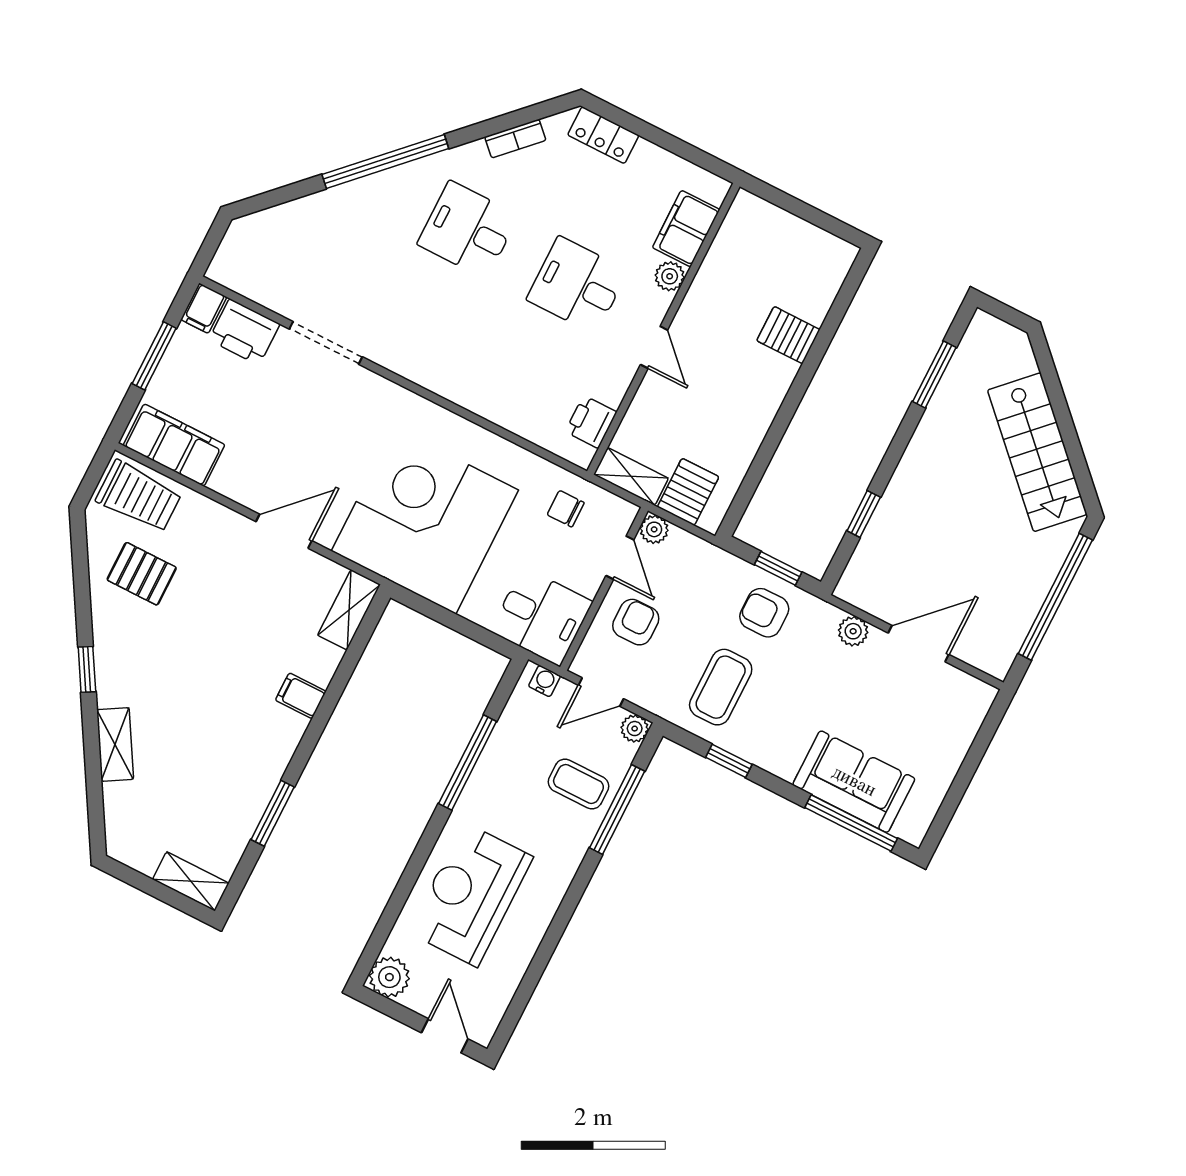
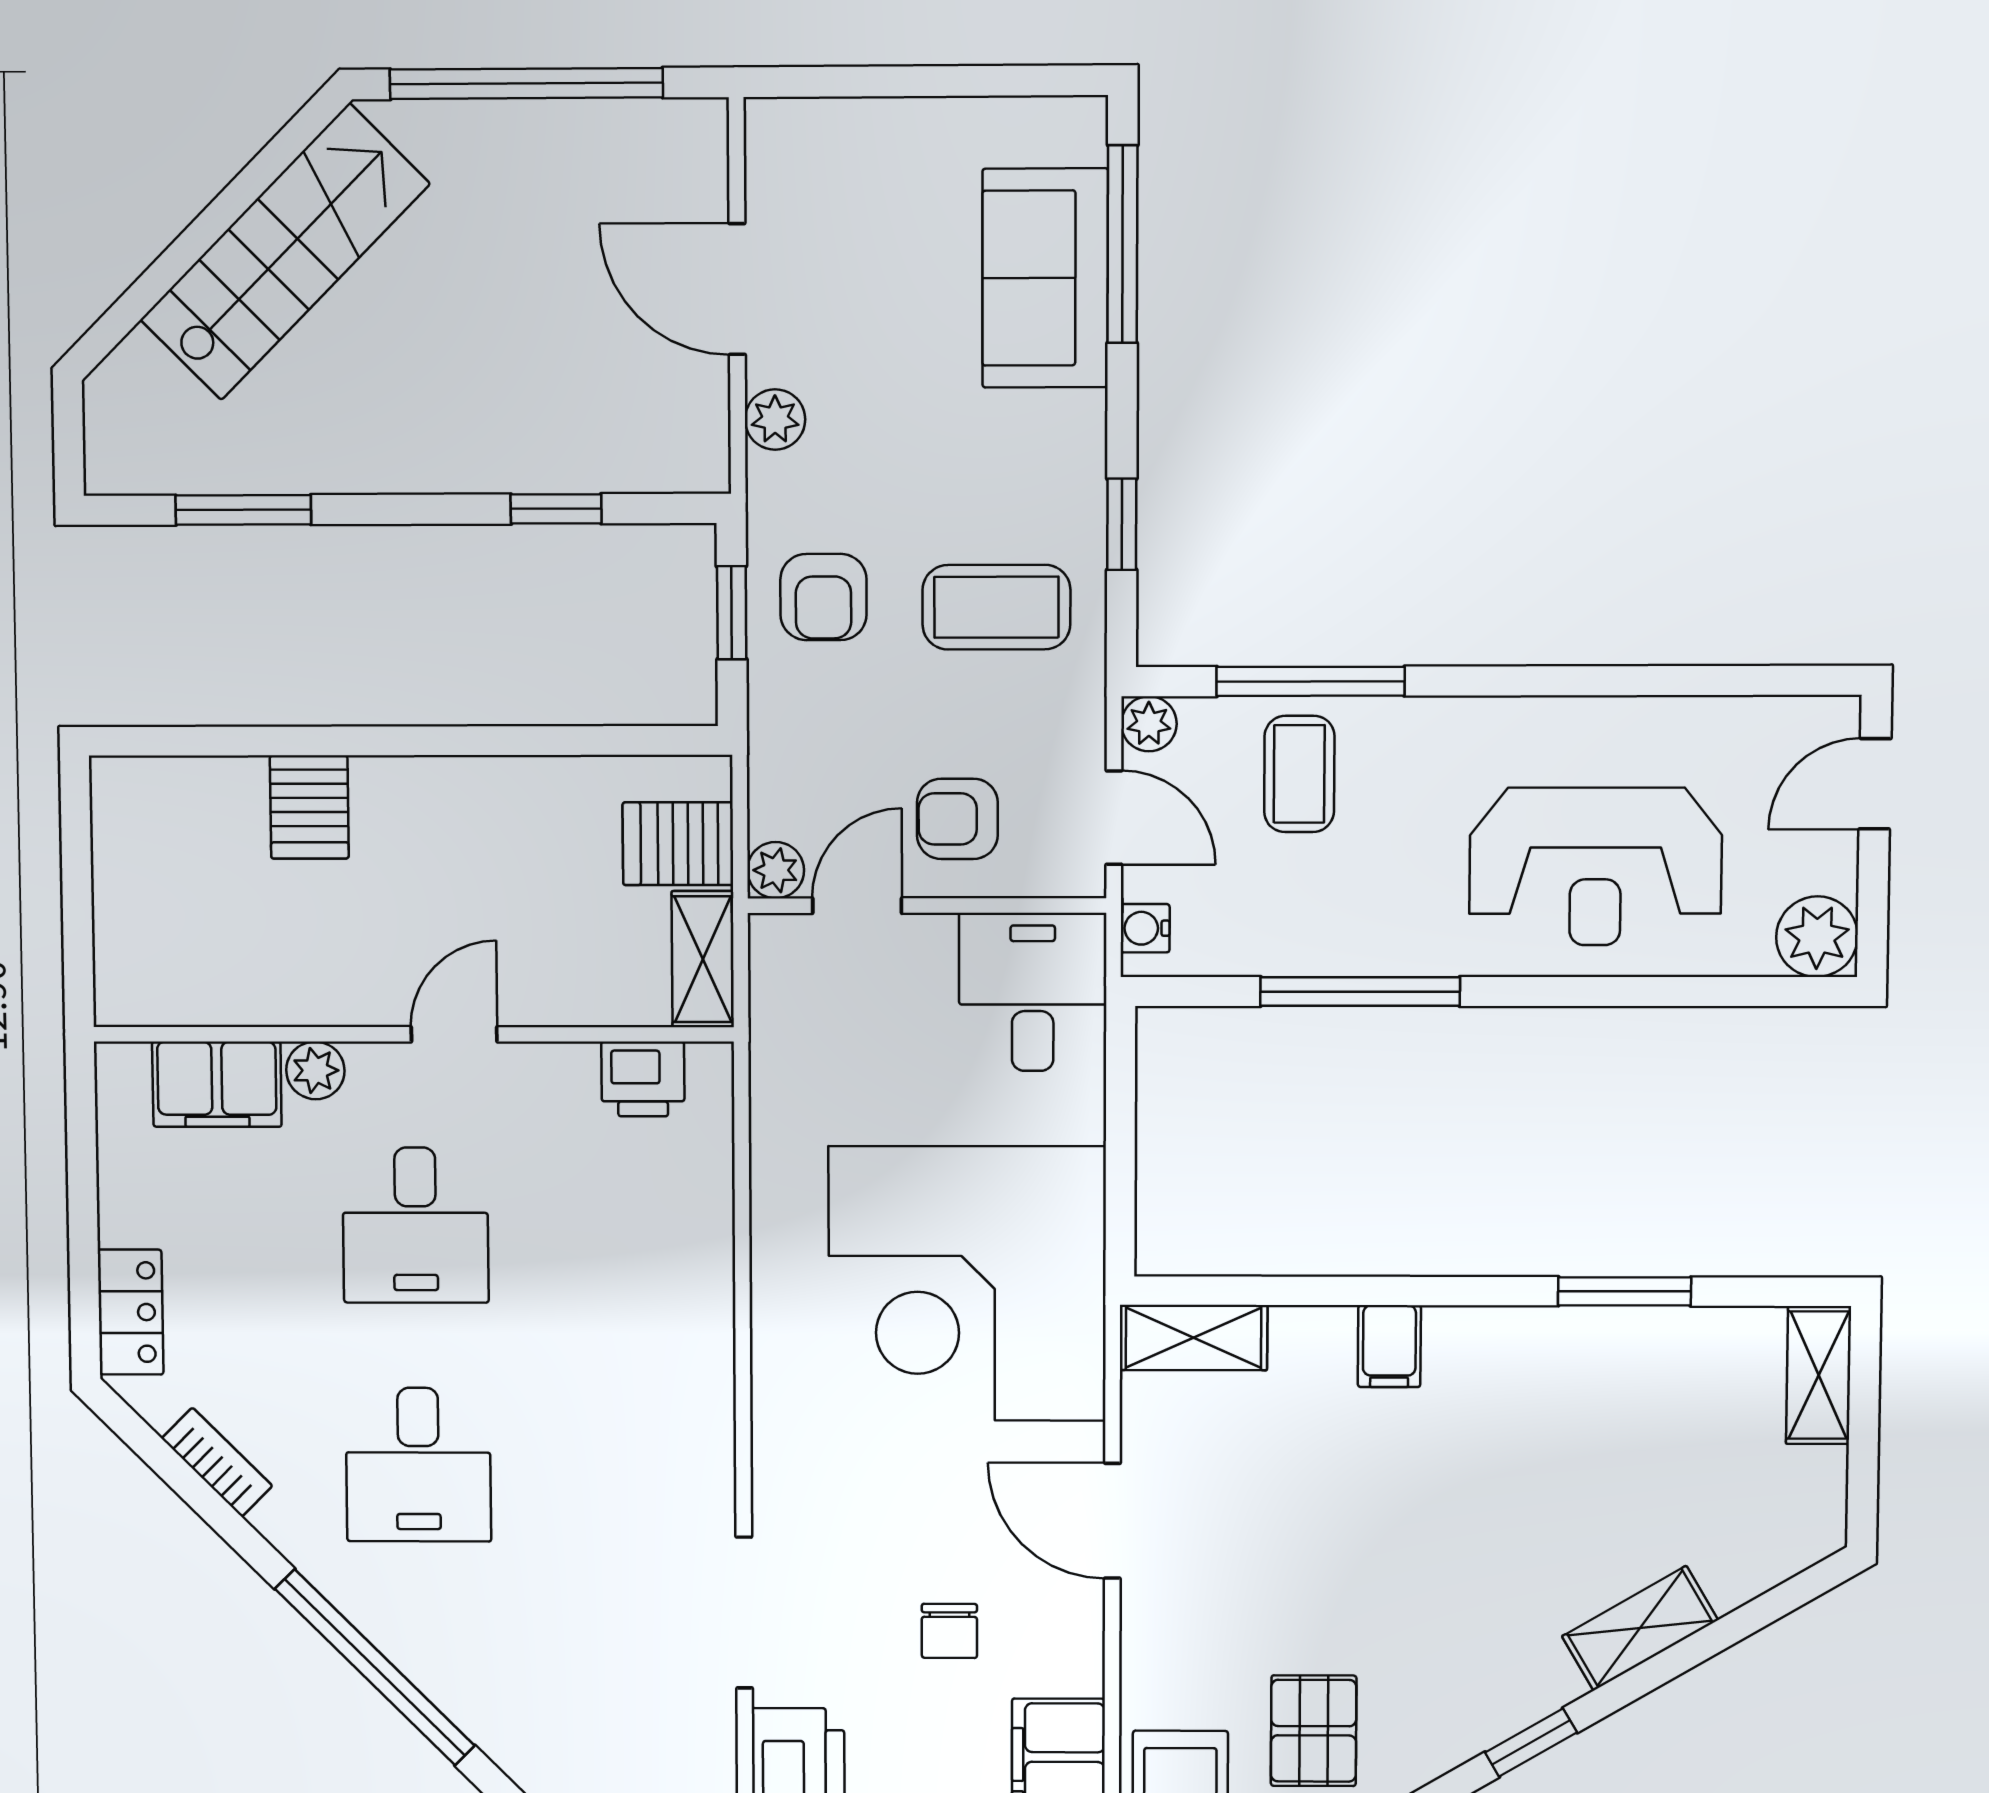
chair: (566, 509) -> (949, 1631), moved

